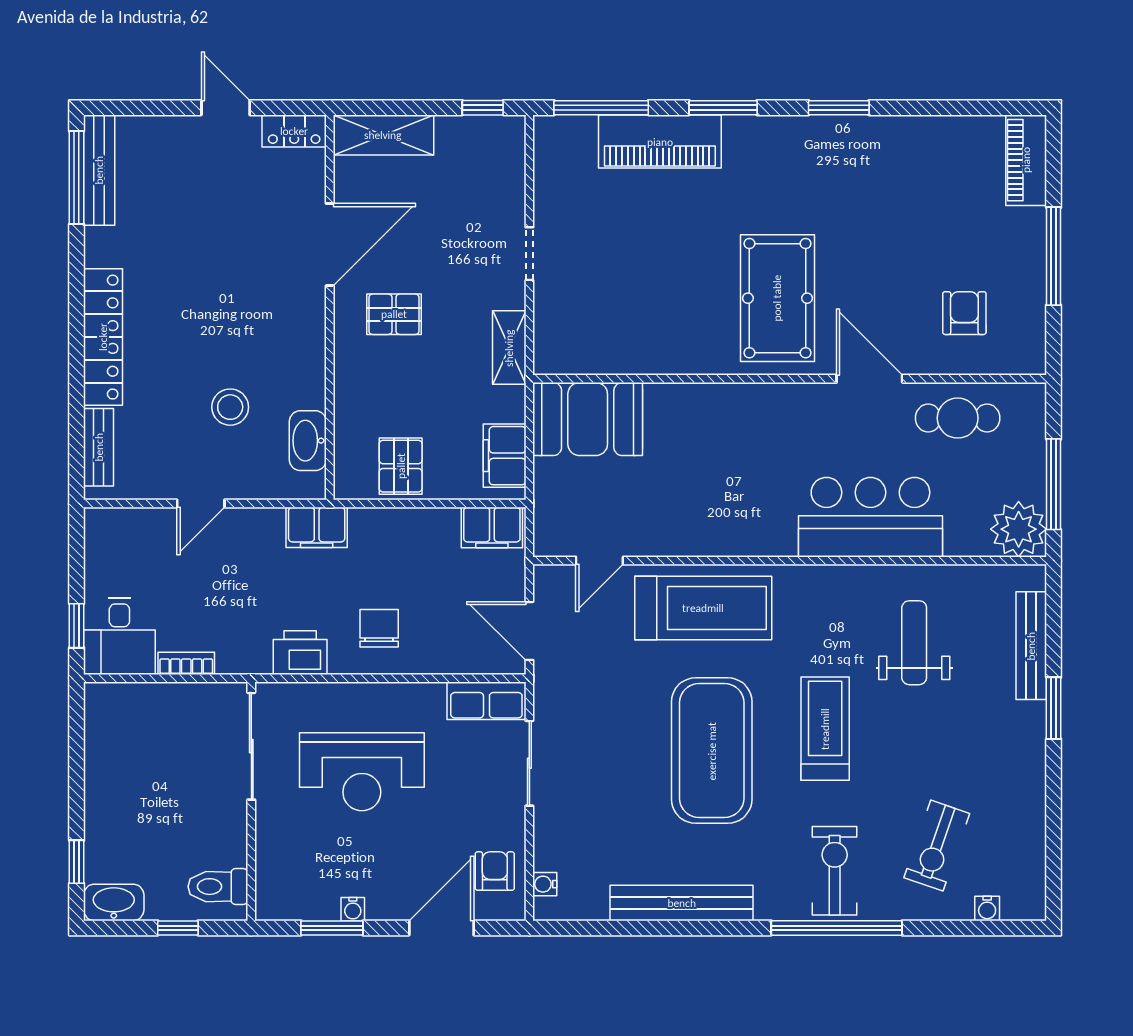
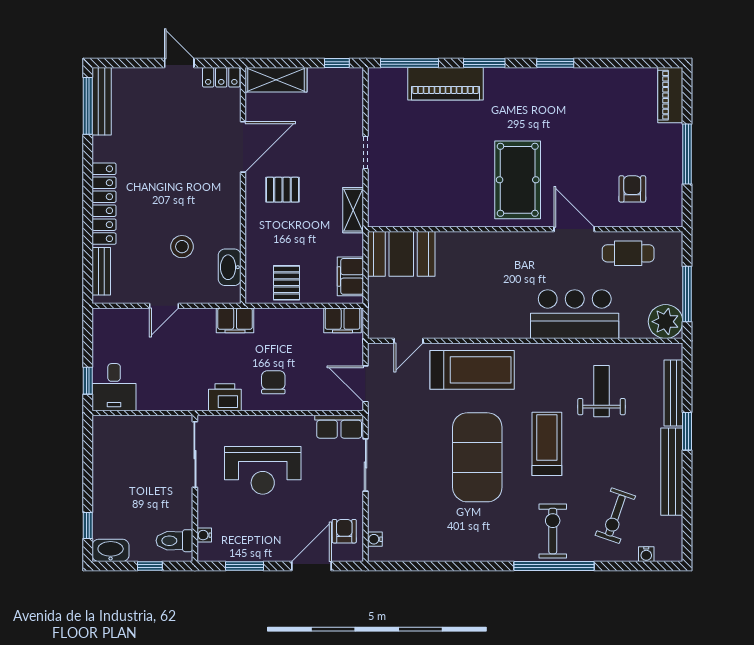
bookcase: (186, 663) -> (155, 404), removed
bench: (682, 903) -> (672, 472), moved, turned 90
water cooler: (353, 909) -> (204, 535), moved, turned 90

